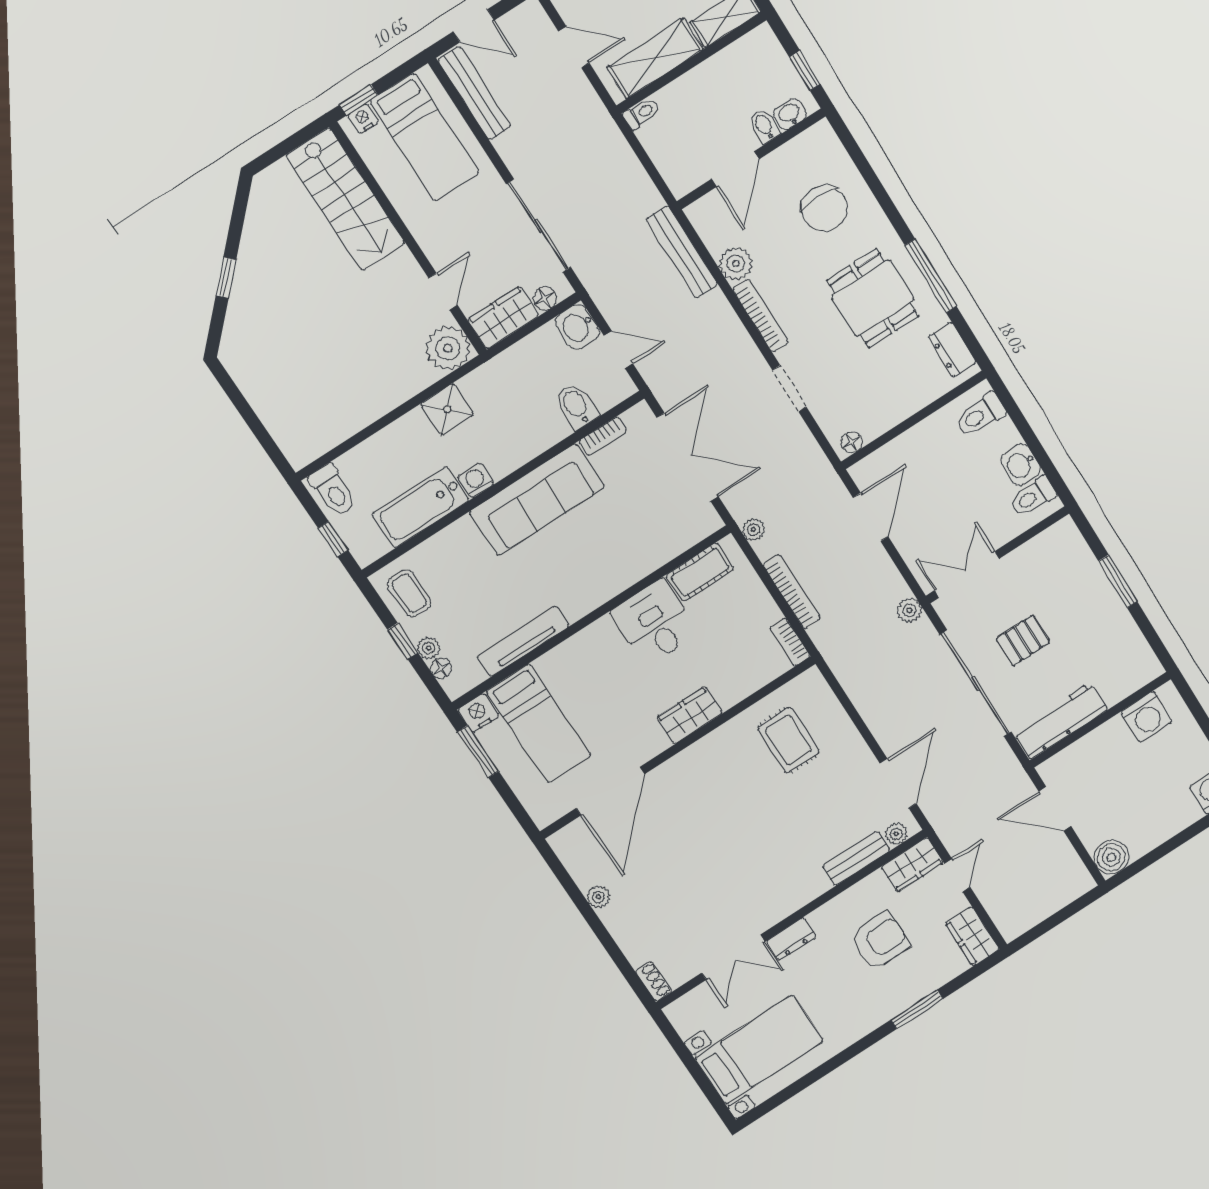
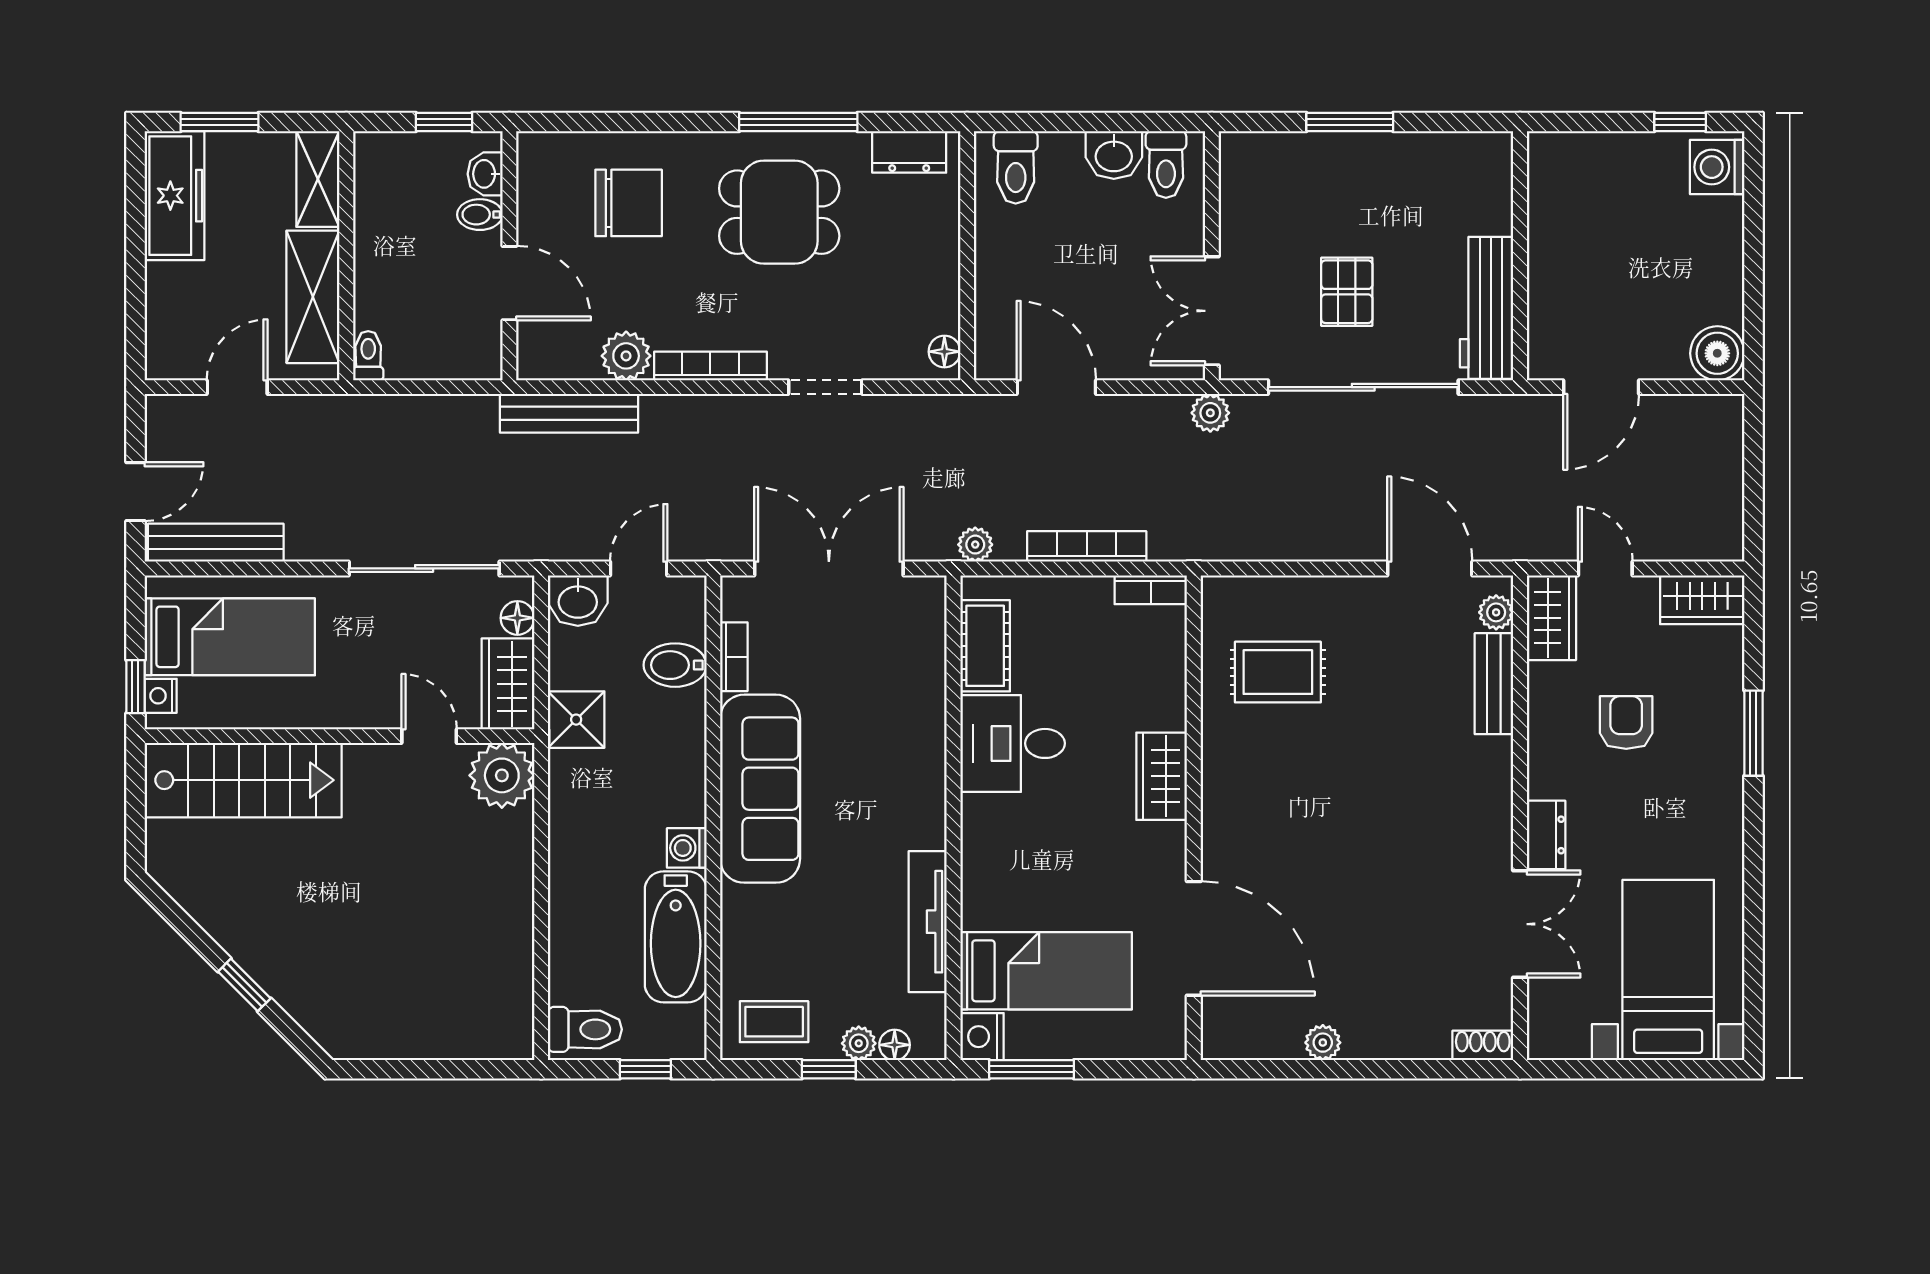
shower: (447, 409) -> (576, 720), moved
washing machine: (1147, 717) -> (1557, 193), removed
armchair: (880, 940) -> (1626, 723), width x0.72, depth x0.72

